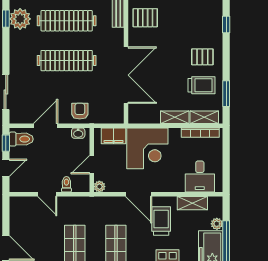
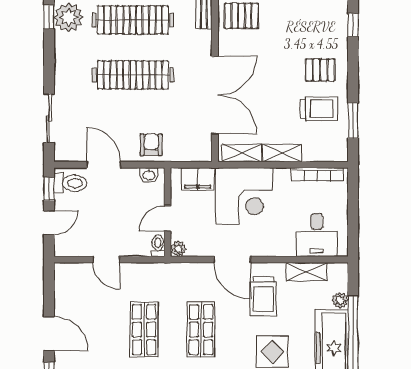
shelving: (204, 117) -> (242, 153), moved
door: (46, 126) -> (104, 165), hinge flipped
toilet: (66, 184) -> (158, 246), moved
trolley: (161, 221) -> (263, 296), turned 180

